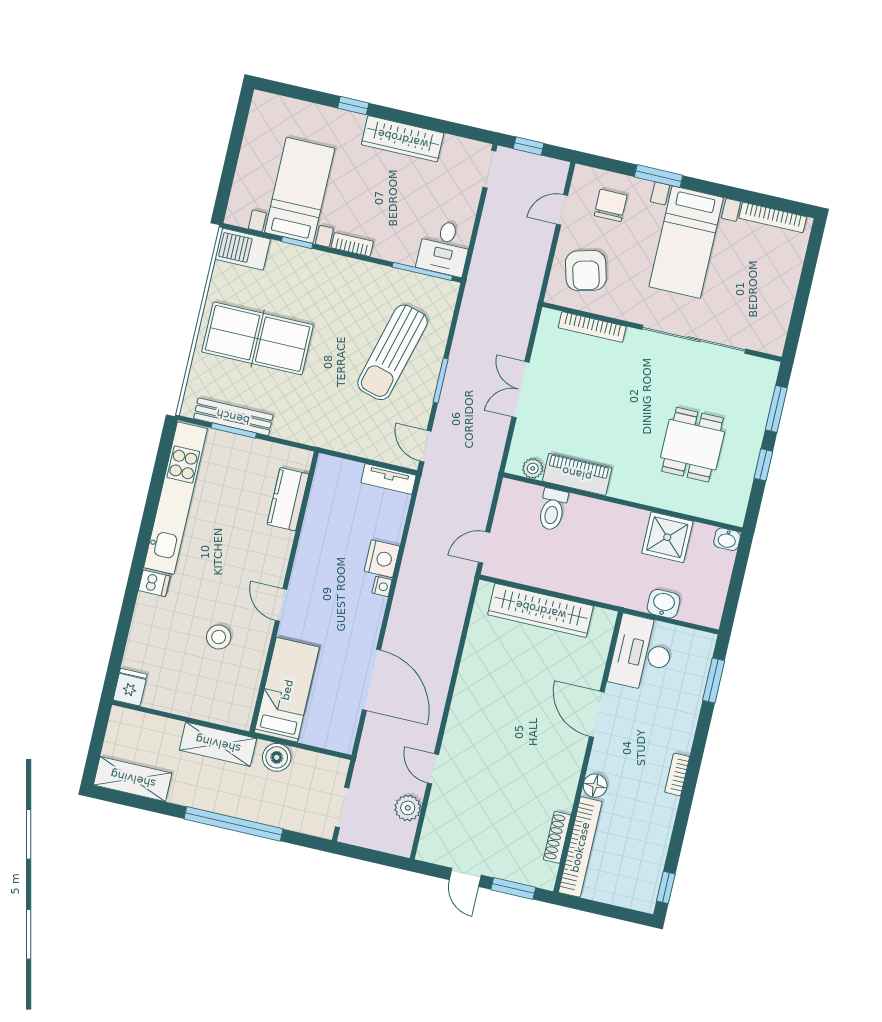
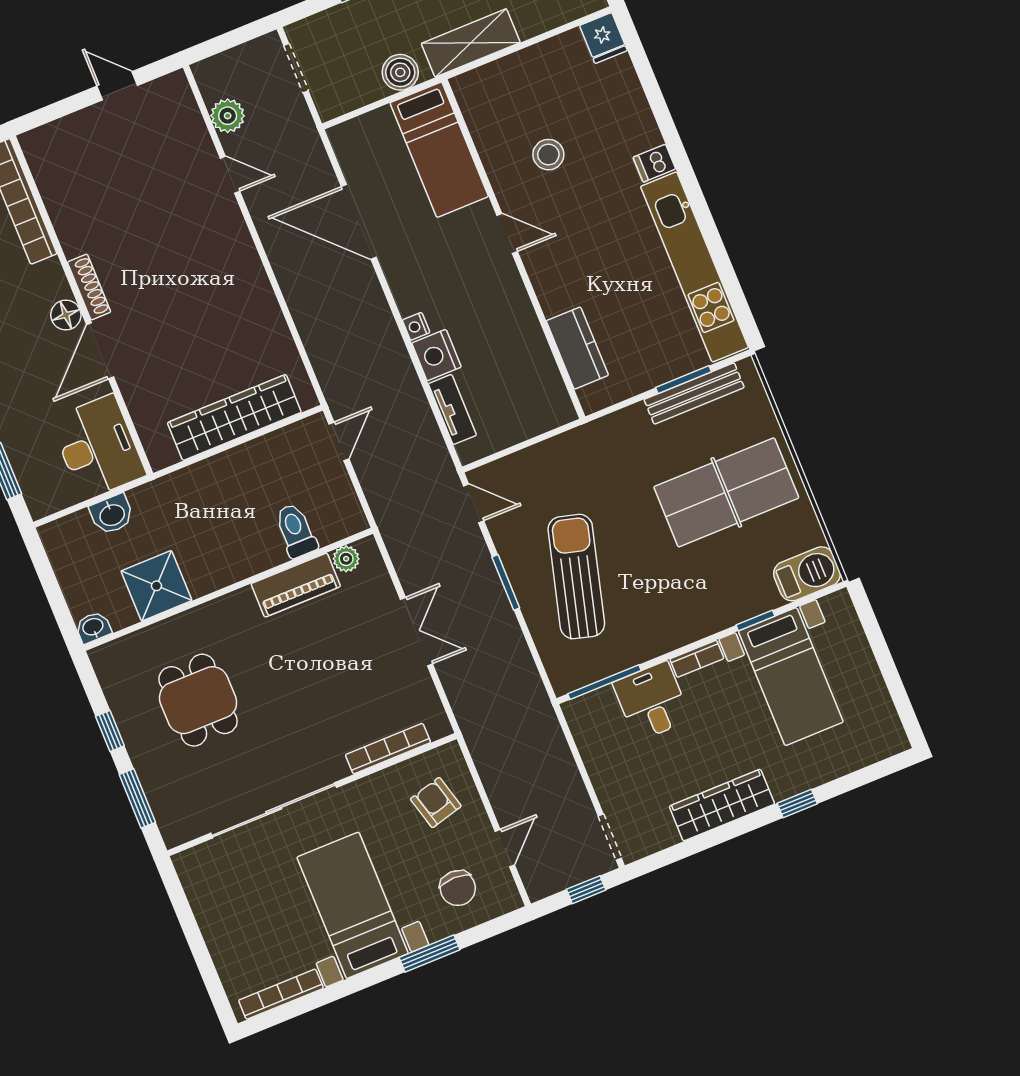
desk: (444, 248) -> (652, 701), moved
armchair: (586, 271) -> (436, 803), width x0.72, depth x0.72
tv unit: (388, 479) -> (452, 409), moved, turned 90
door: (597, 714) -> (100, 351), swing flipped
floor lamp: (595, 786) -> (66, 315), moved
shoe rack: (557, 837) -> (89, 287), moved
window: (513, 888) -> (59, 109), removed

